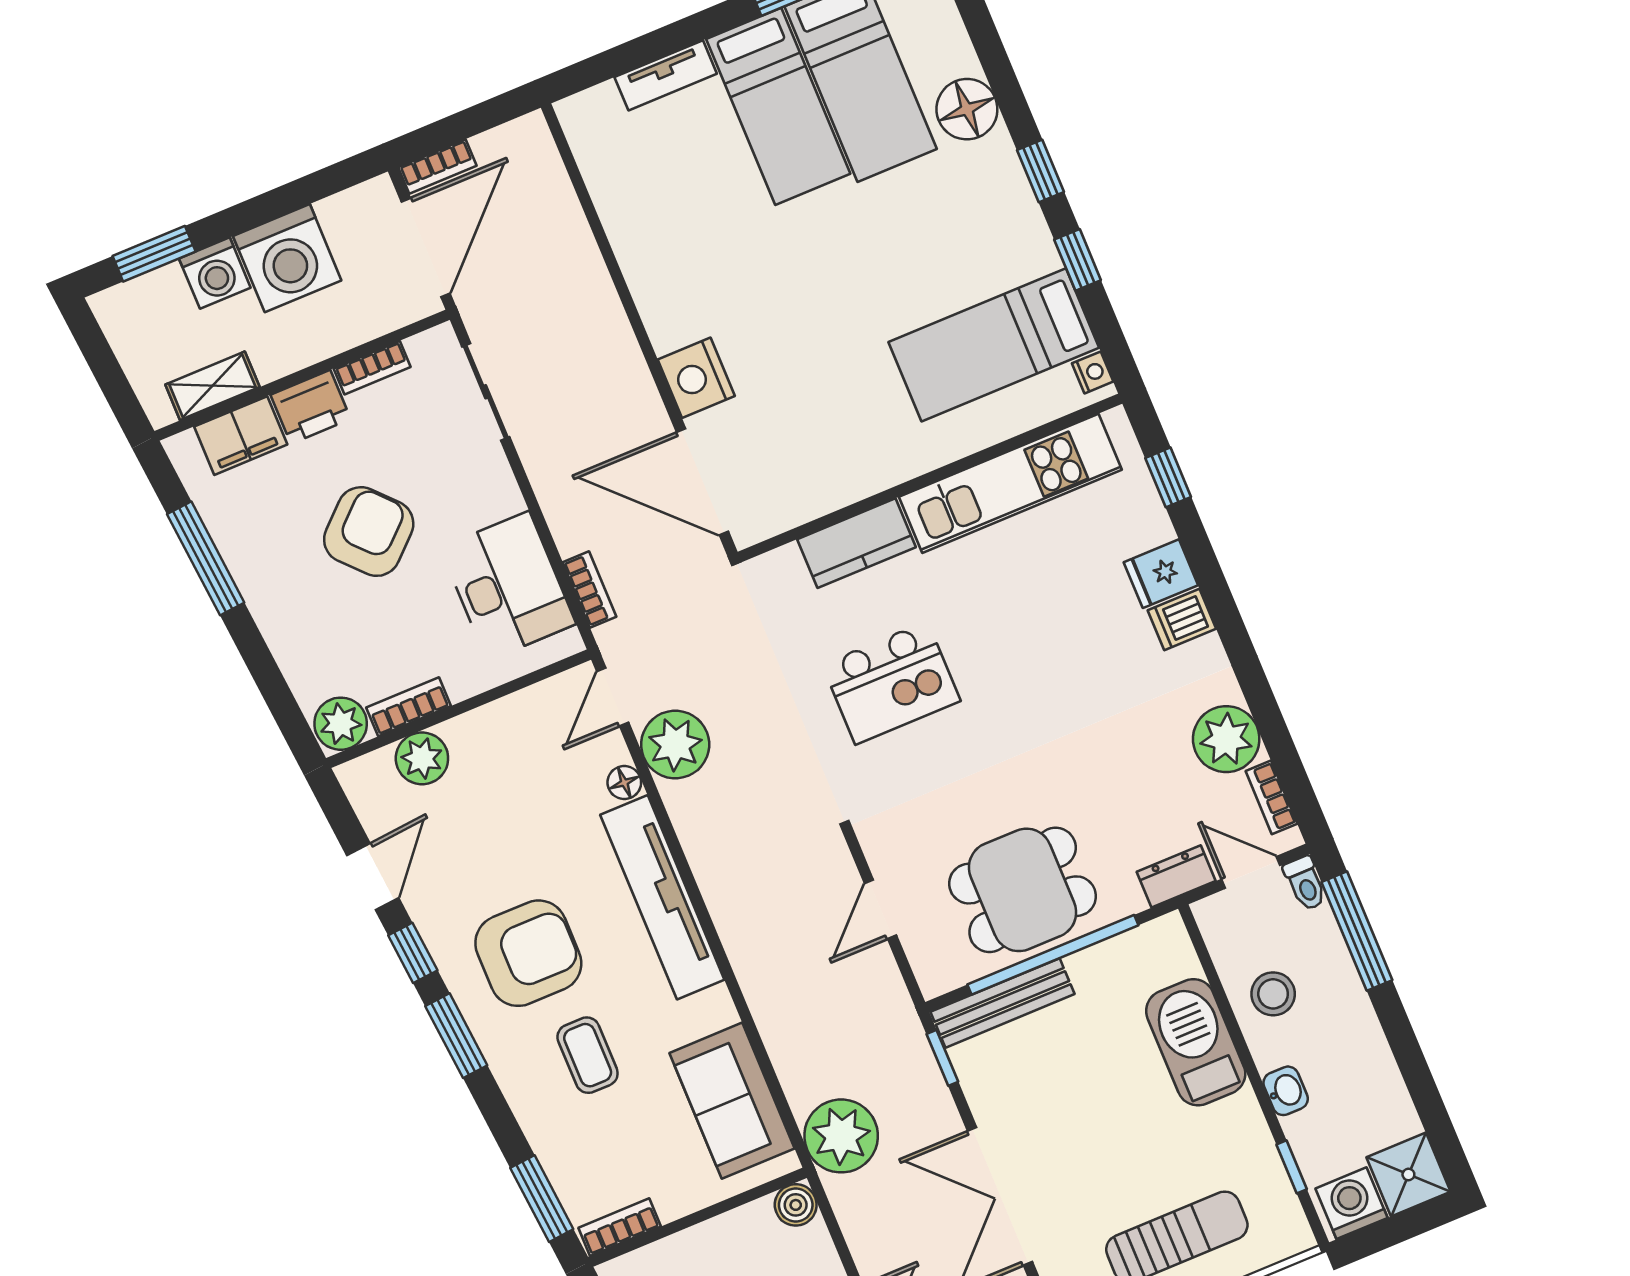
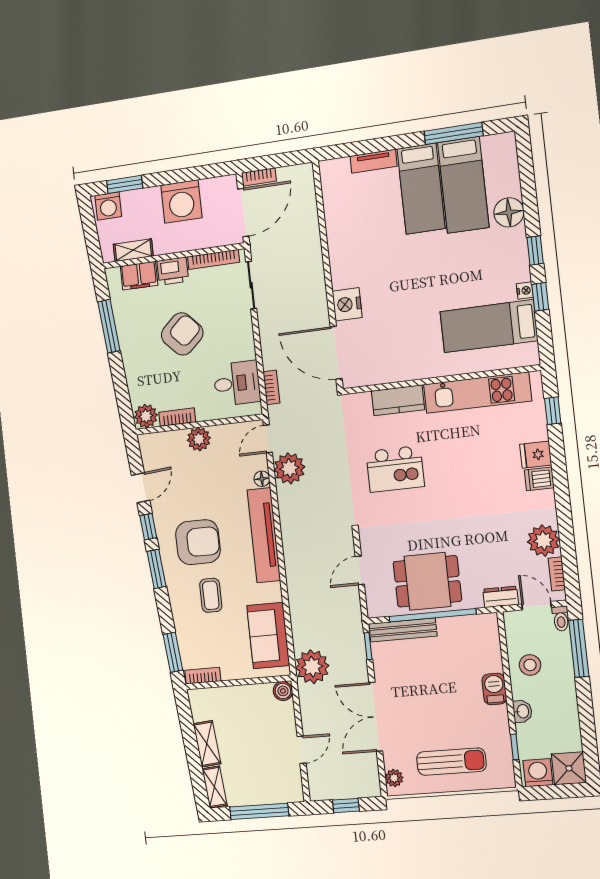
washing machine: (215, 273) -> (108, 206), moved
bookcase: (372, 368) -> (213, 259), width x1.56
nightstand: (1093, 372) -> (525, 291), moved
desk: (508, 586) -> (237, 383), width x0.73
plant: (422, 758) -> (199, 439), moved
barbecue: (1196, 1042) -> (494, 689), width x0.53, depth x0.65

